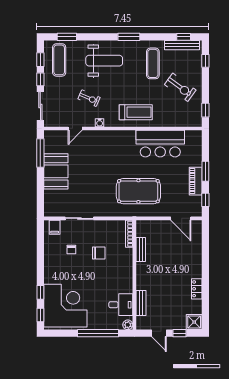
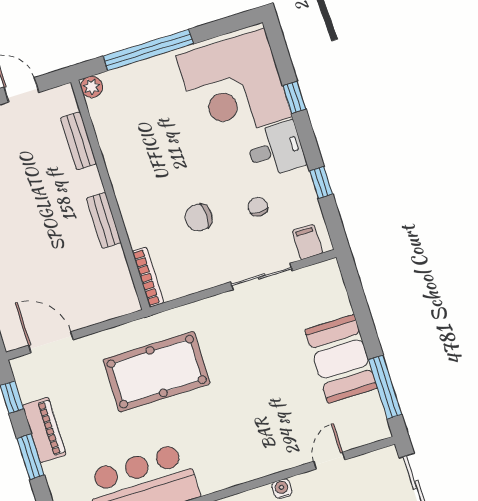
bench: (141, 250) -> (104, 220), moved
desk: (121, 305) -> (276, 149), moved, turned 180
window: (40, 315) -> (321, 182), moved

